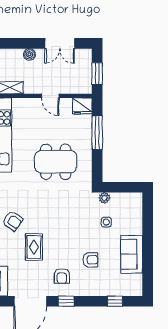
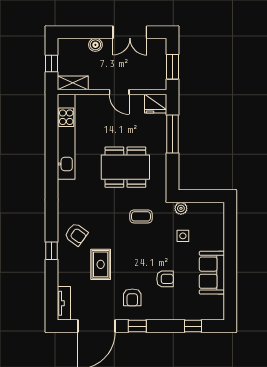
coffee table: (69, 205) -> (141, 216), added

